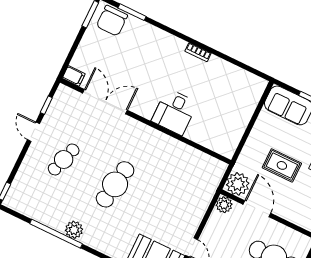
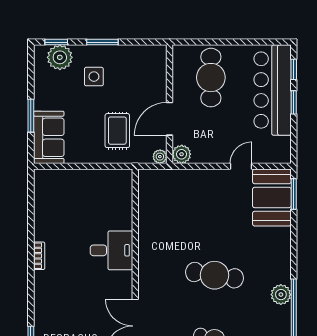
rug: (282, 165) -> (117, 131), moved
plant: (238, 184) -> (160, 157), width x0.53, depth x0.53

